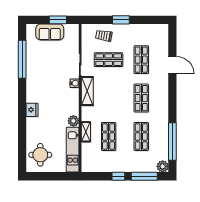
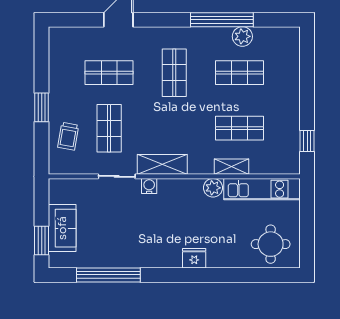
window: (58, 20) -> (42, 240), moved
shop shelf: (141, 98) -> (174, 73), turned 90
window: (172, 141) -> (222, 20), moved
plant: (163, 166) -> (242, 36), moved
window: (118, 176) -> (307, 141), moved
window: (144, 176) -> (307, 68), removed

